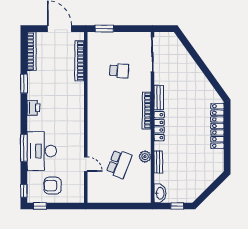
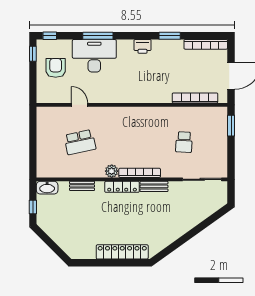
plant: (145, 157) -> (112, 171), moved
door: (86, 164) -> (80, 105), swing flipped
school desk: (119, 164) -> (80, 142), turned -33

